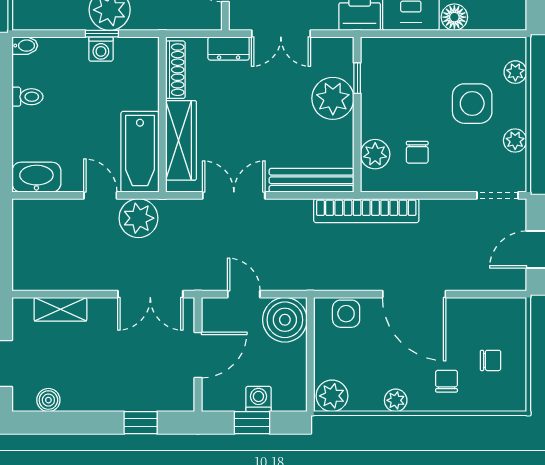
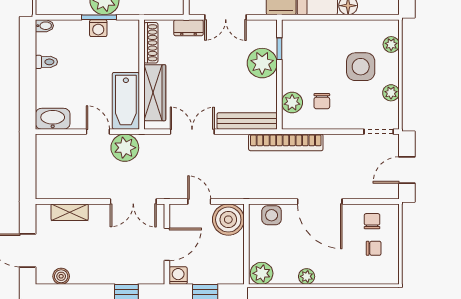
window: (102, 34) -> (99, 17), width x1.50
chair: (446, 381) -> (372, 221), moved
washing machine: (258, 399) -> (178, 276), moved

